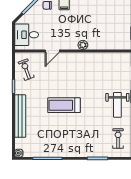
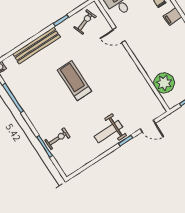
plant: (83, 45) -> (164, 83), moved, width x1.88, depth x1.88
exercise bike: (118, 138) -> (58, 139), moved

